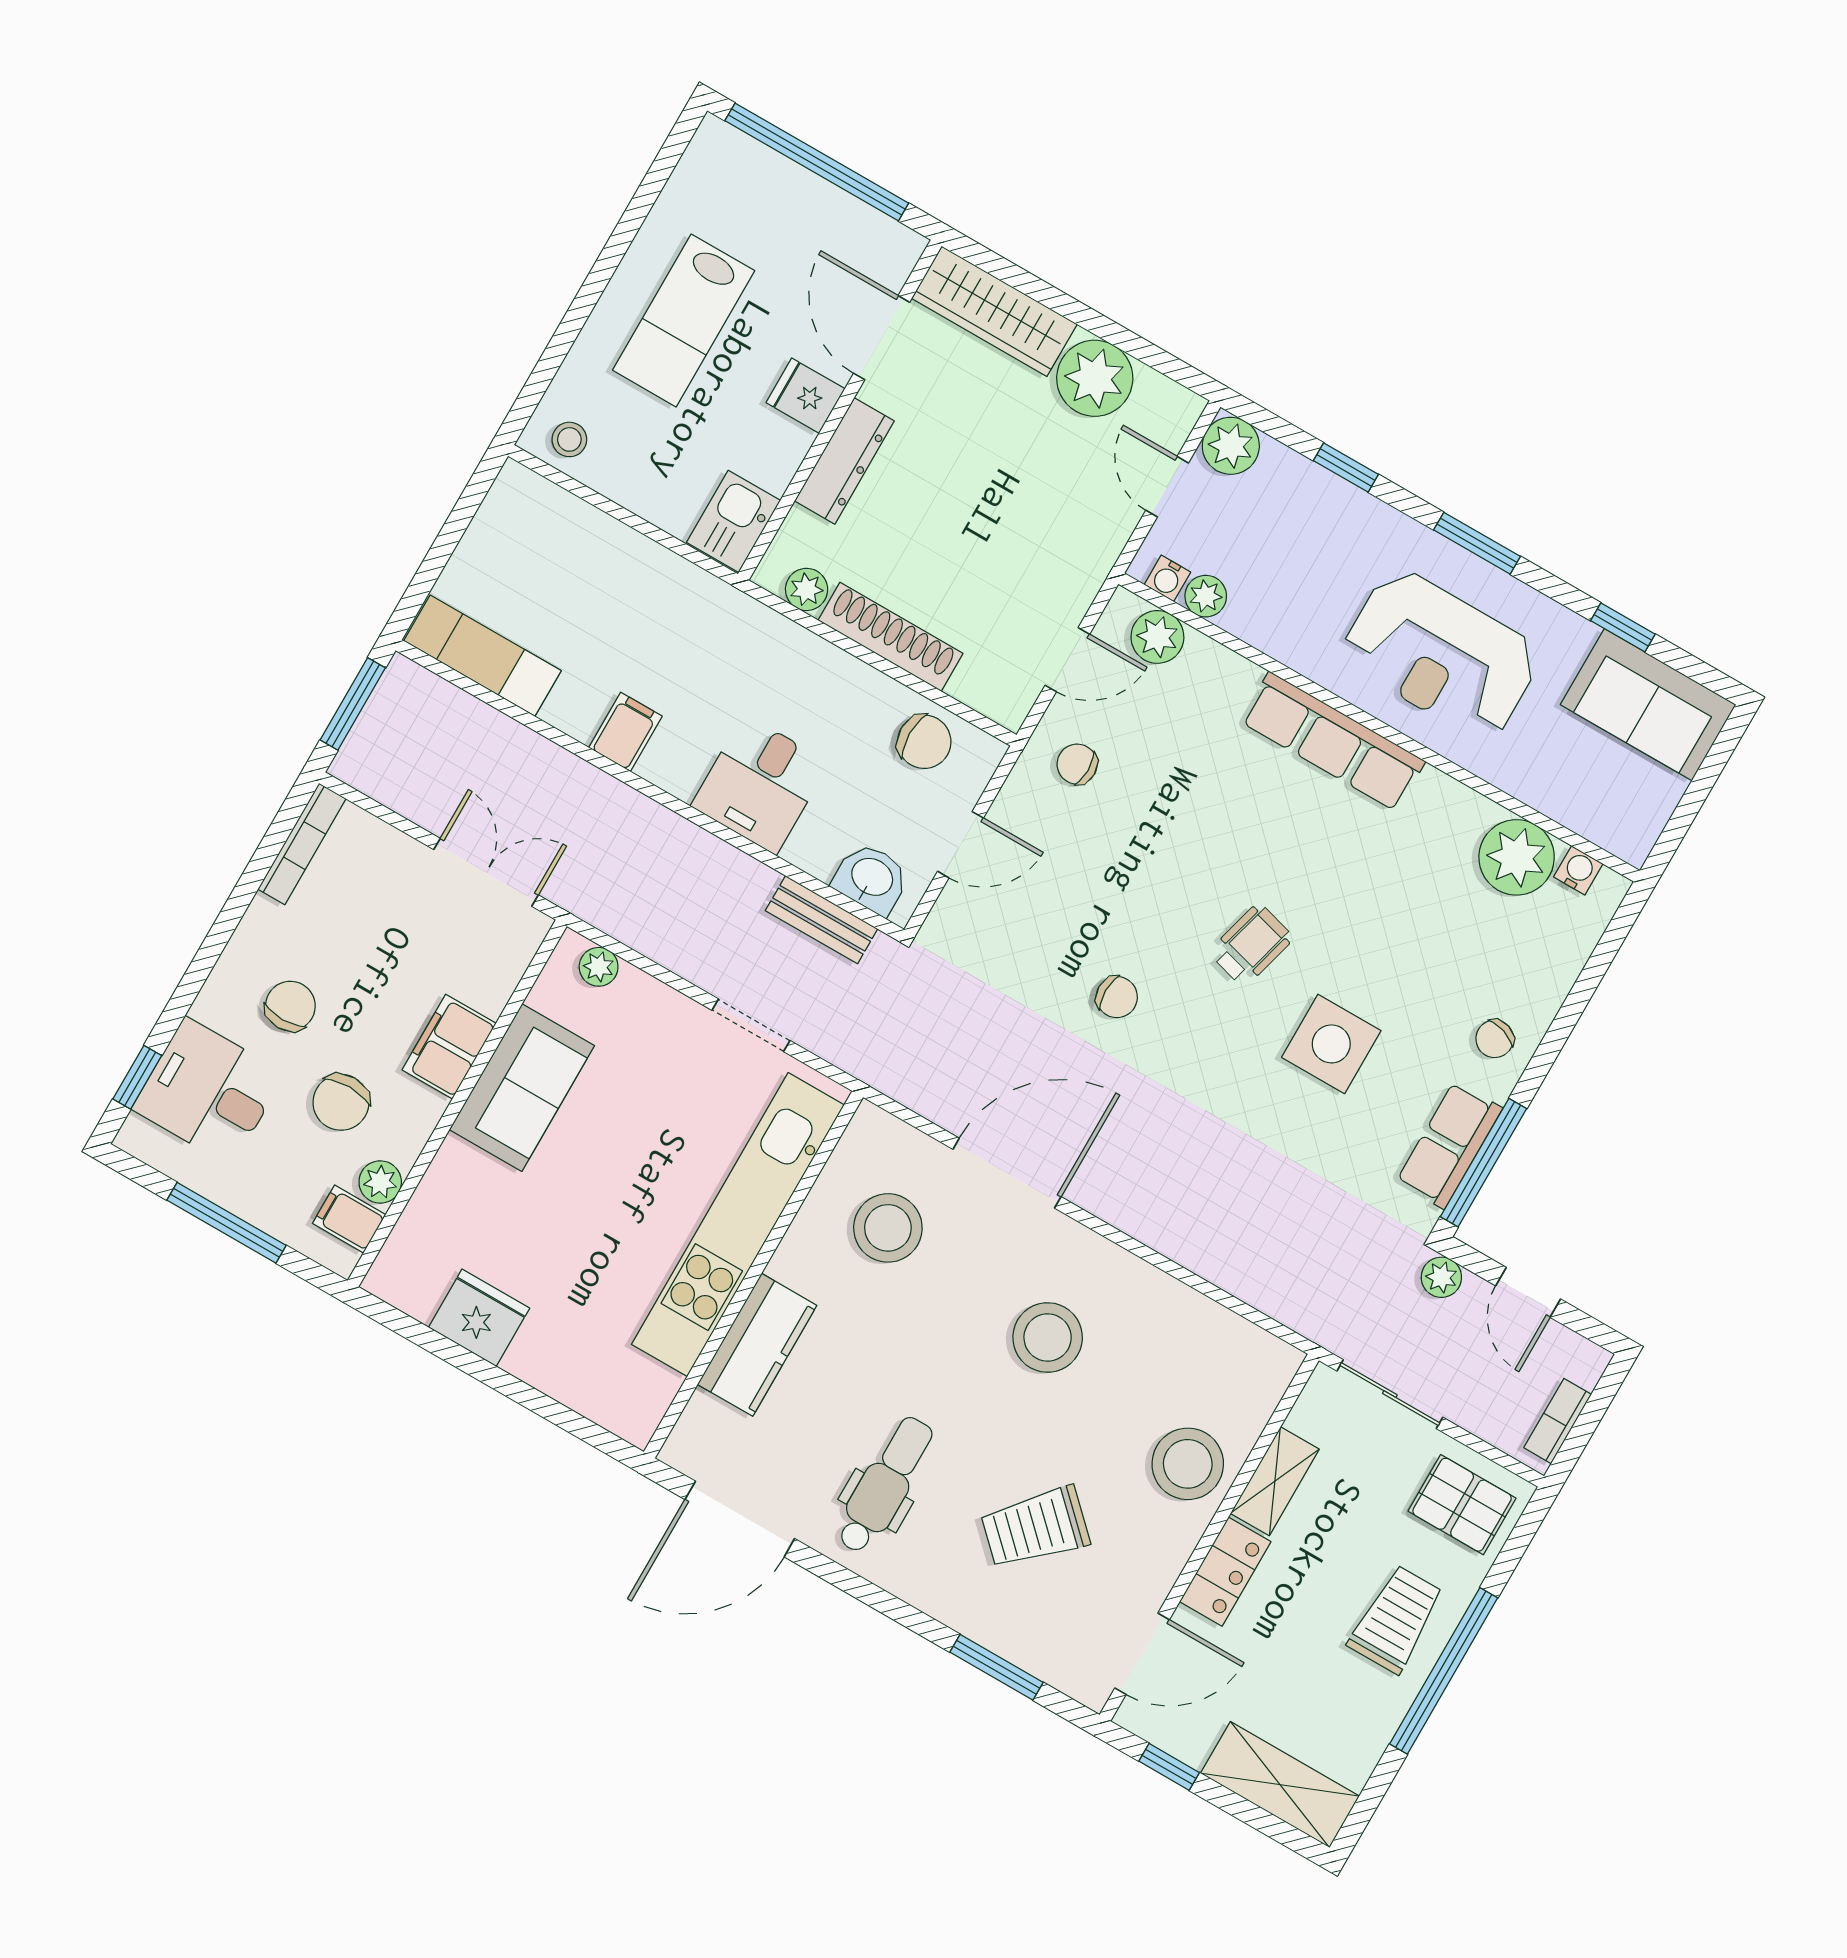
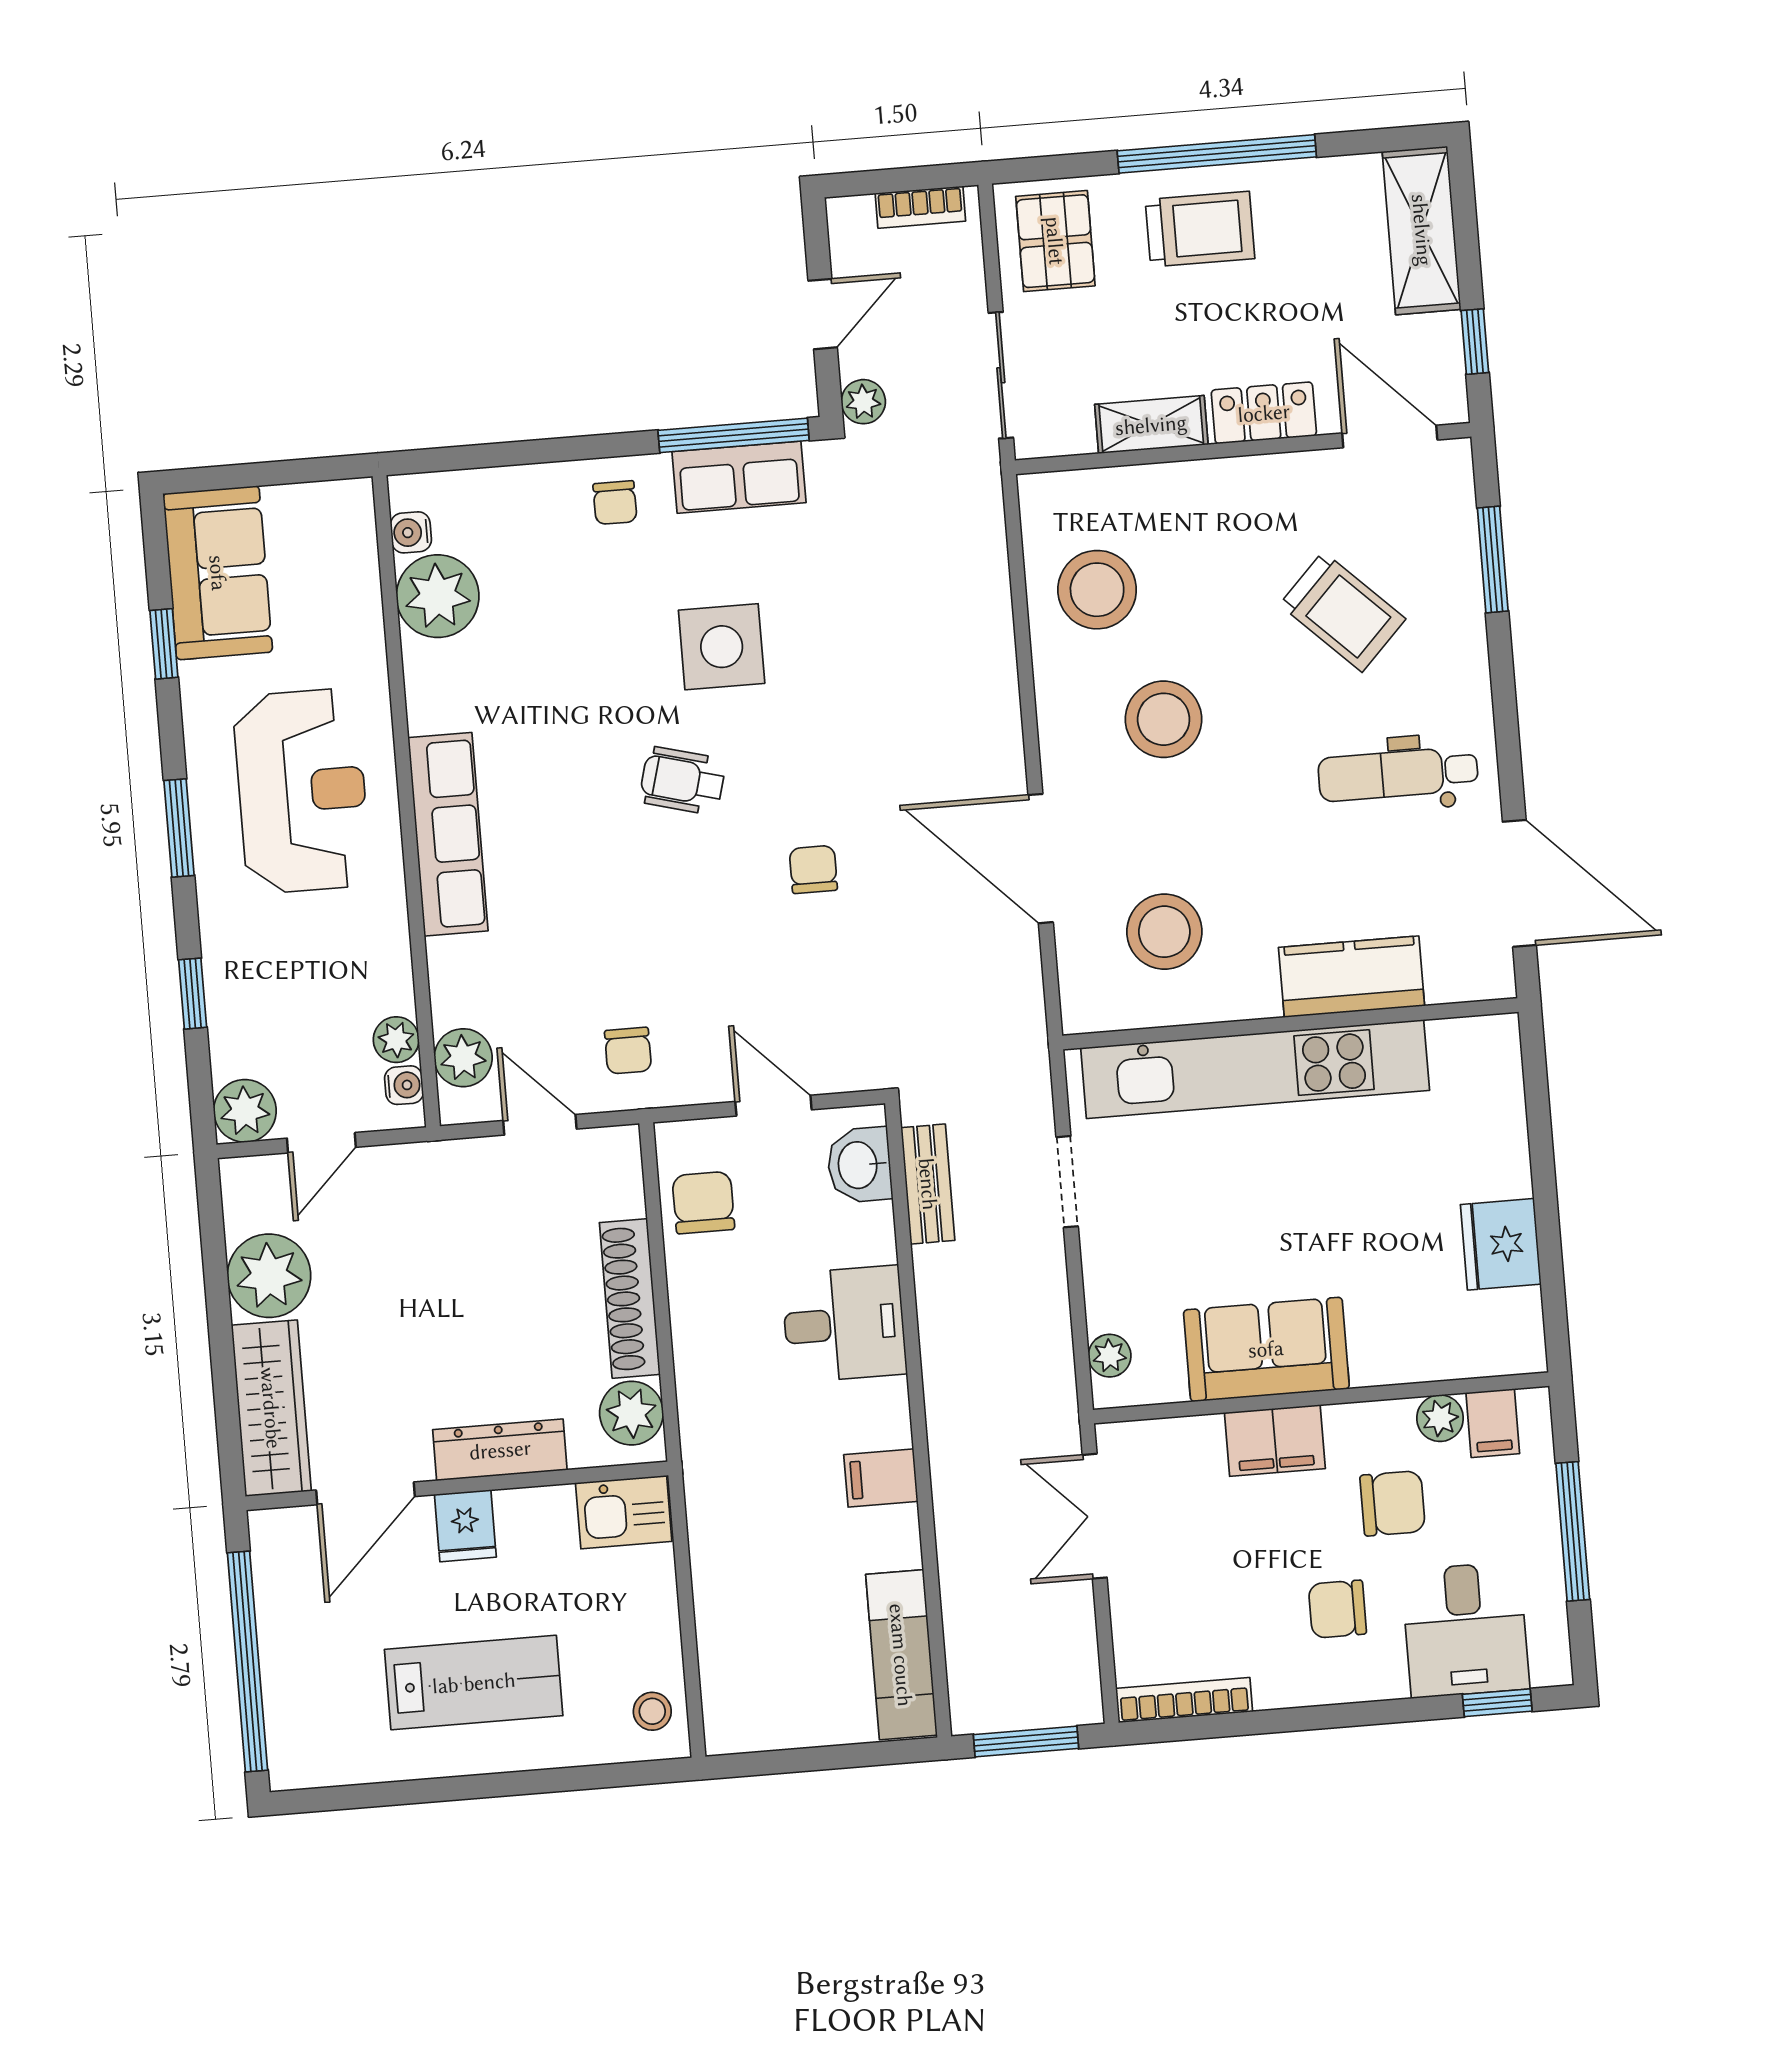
plant: (807, 589) -> (631, 1413), width x1.38, depth x1.38
chair: (1495, 1039) -> (615, 503), turned 72
stool: (1188, 1464) -> (1097, 590), moved
trolley: (1396, 1619) -> (1200, 229), turned 180

